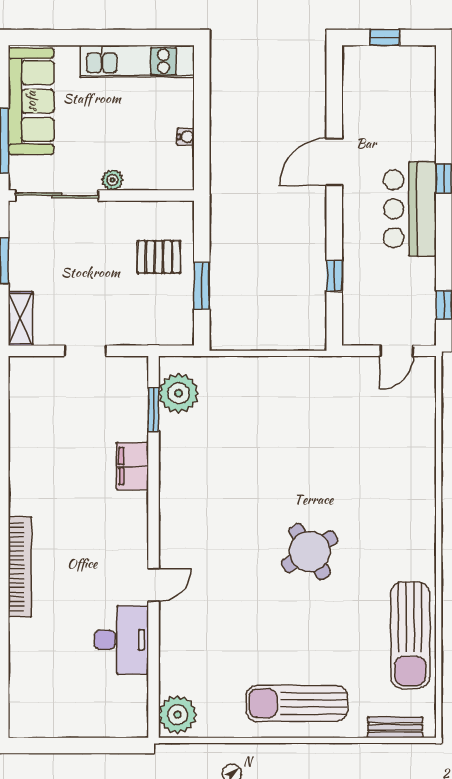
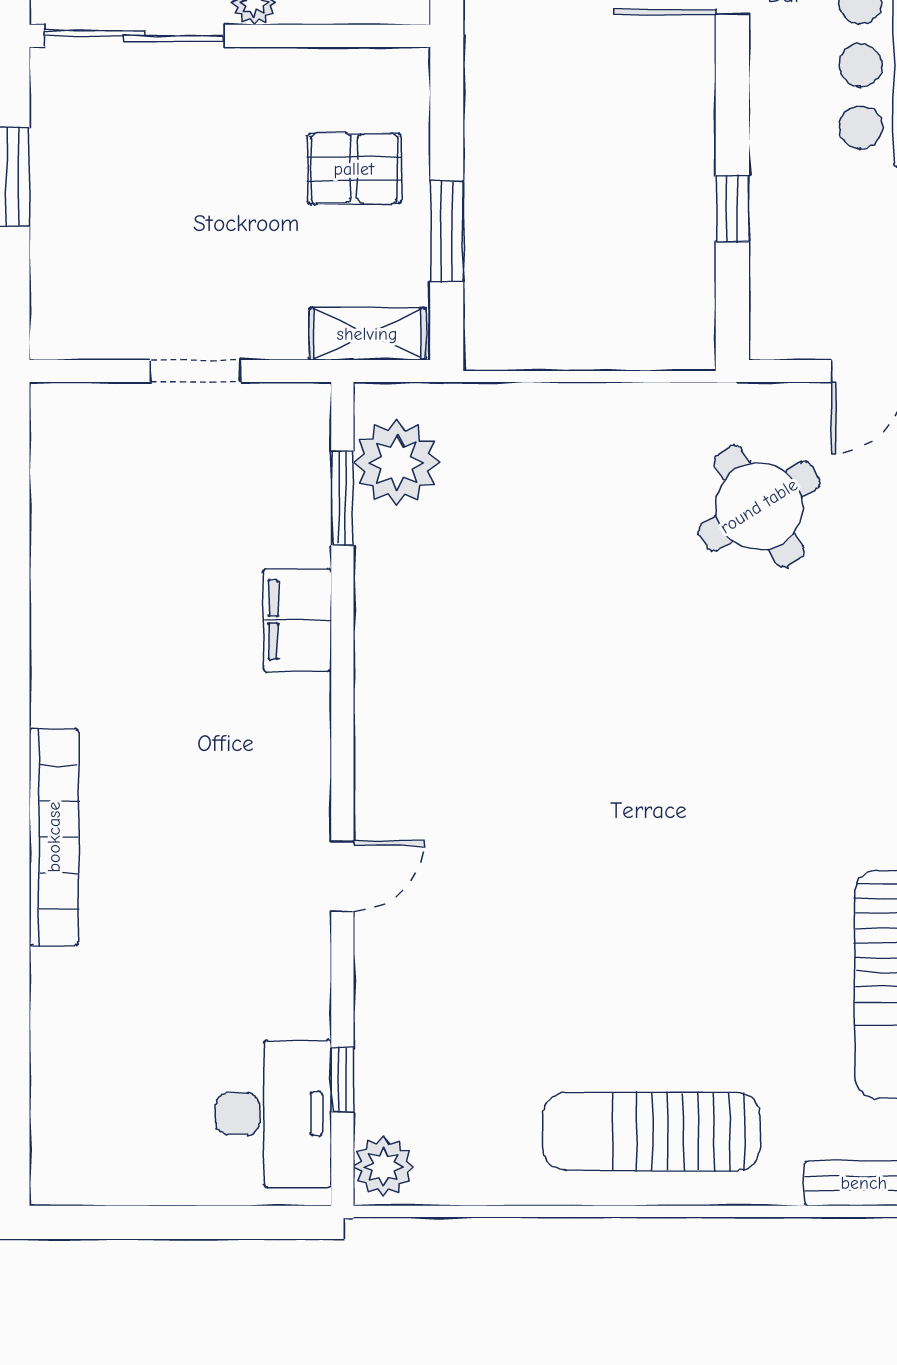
shelving: (20, 319) -> (367, 334), moved, turned 90
round table: (310, 552) -> (759, 506), moved
desk: (121, 640) -> (273, 1114), moved
window: (153, 679) -> (342, 1080), added
plant: (178, 715) -> (383, 1167), width x0.73, depth x0.73

